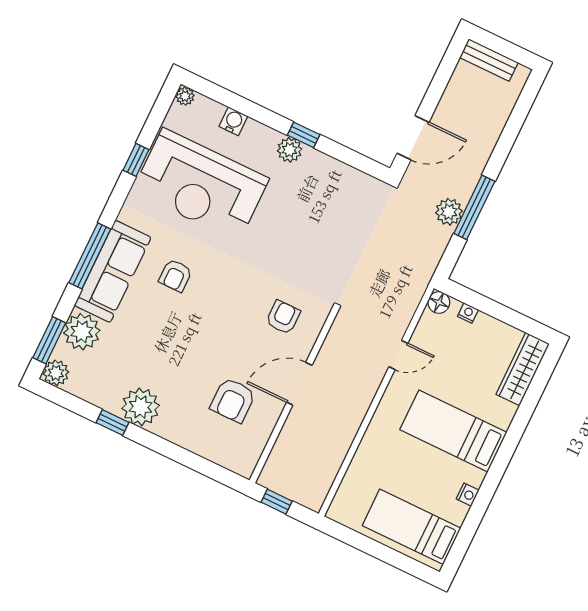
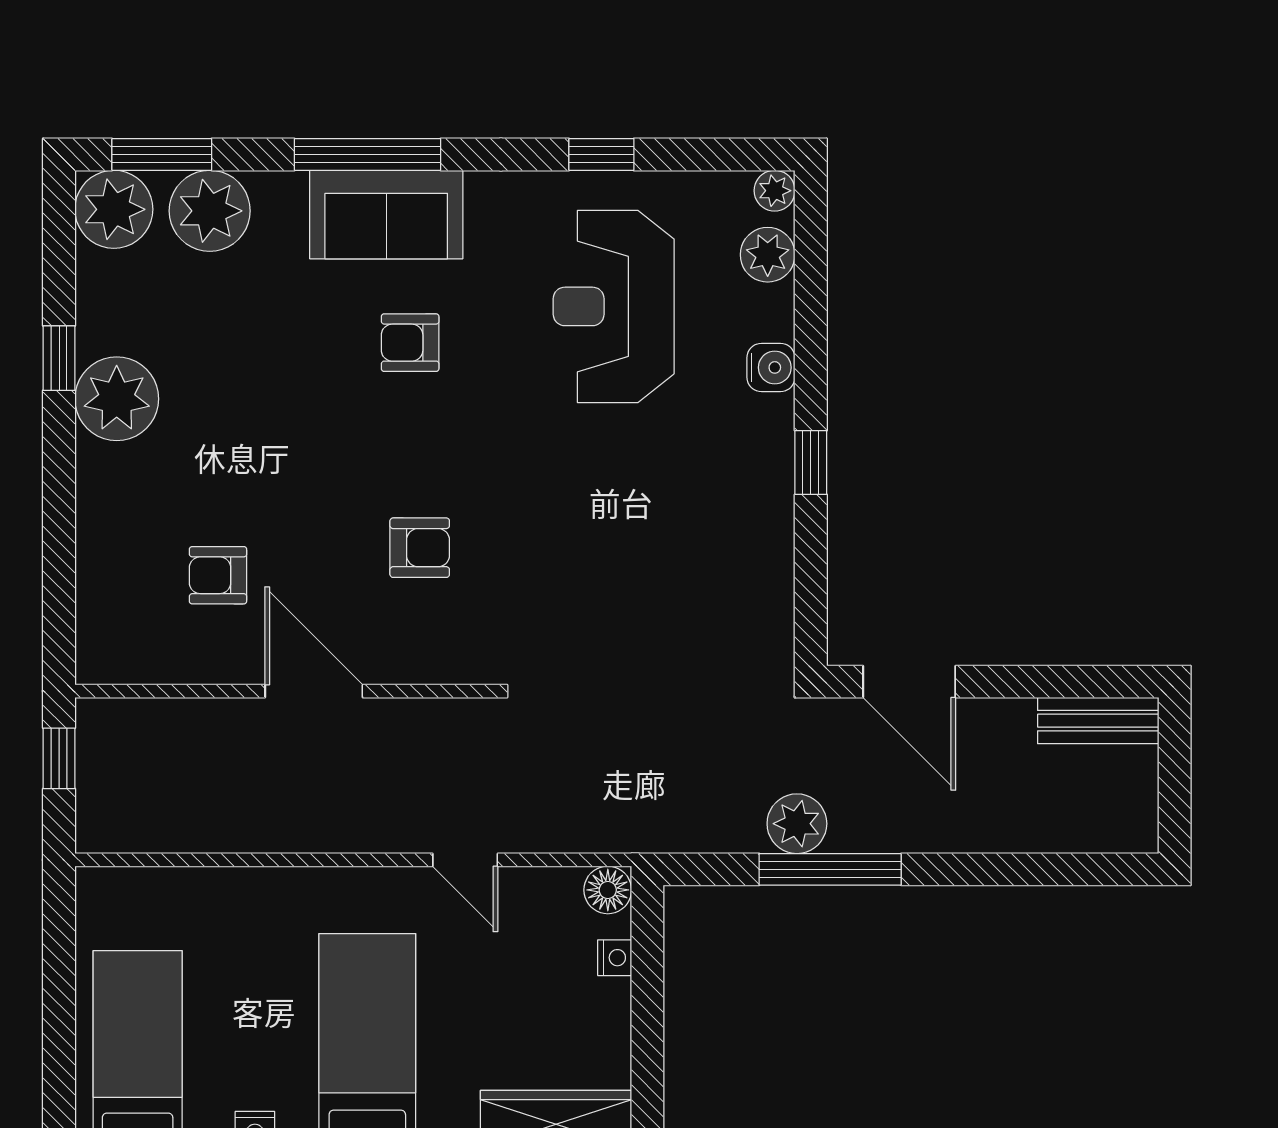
bench: (489, 60) -> (1098, 721), moved, turned 90
water cooler: (233, 121) -> (771, 367), moved
plant: (290, 150) -> (768, 255), moved
reception desk: (201, 185) -> (614, 306), width x0.74, depth x0.77
sofa: (113, 271) -> (386, 215), width x0.73
armchair: (283, 317) -> (420, 548), moved
plant: (56, 373) -> (114, 209), width x1.36, depth x1.36
armchair: (233, 400) -> (218, 575), width x0.72, depth x0.72

